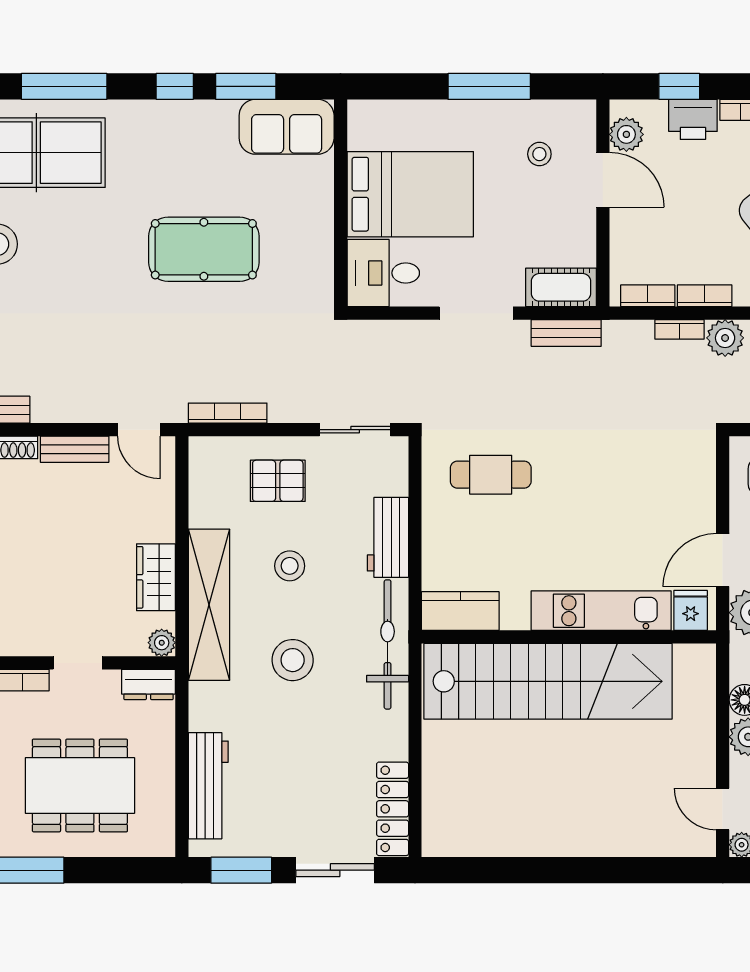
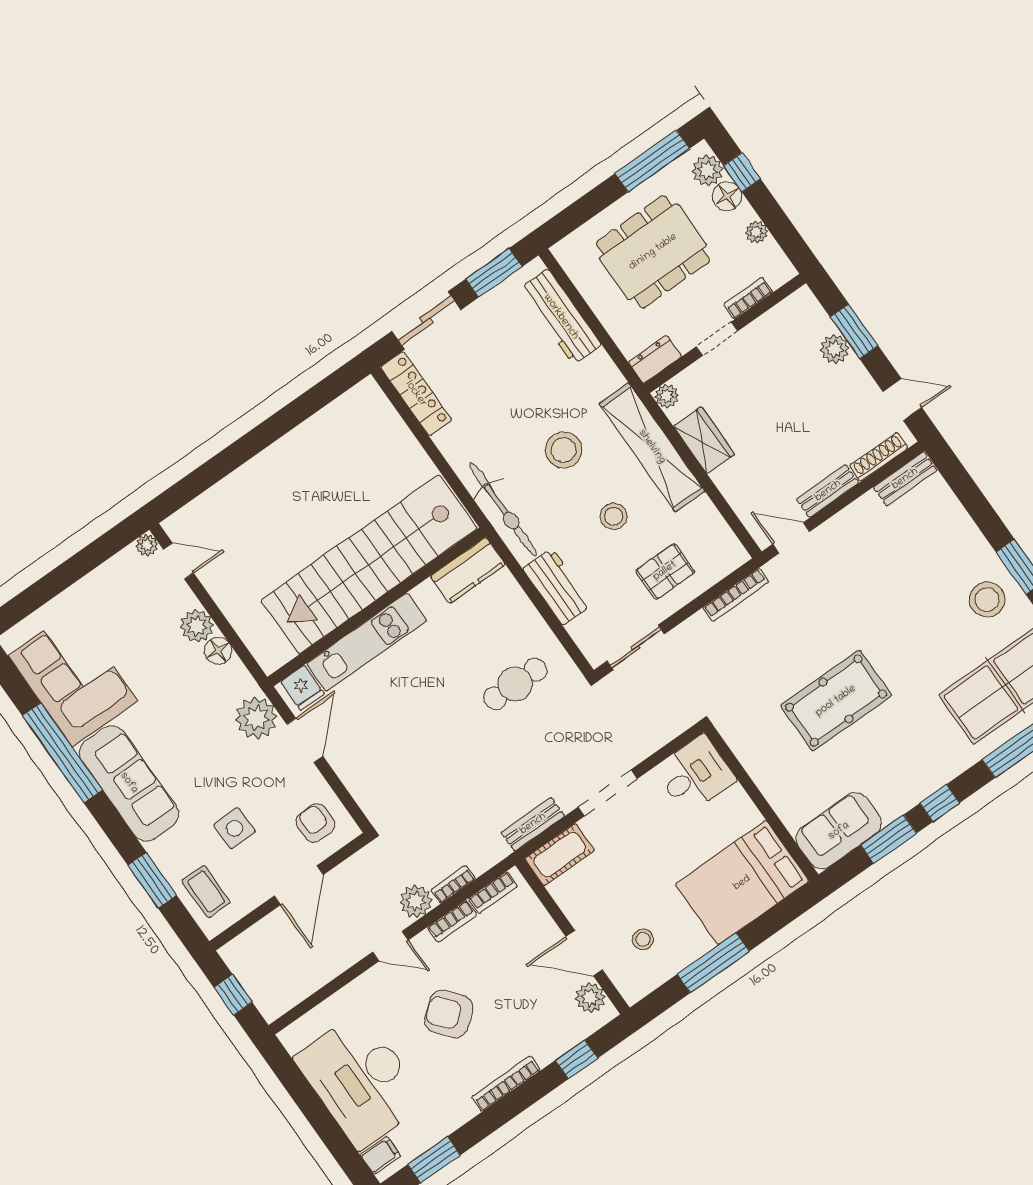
printer: (693, 119) -> (550, 1042), removed
bed: (410, 194) -> (742, 883), moved

